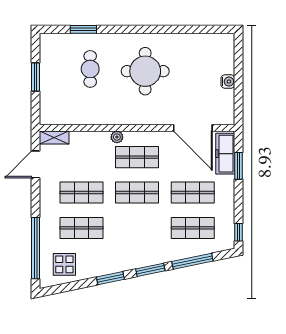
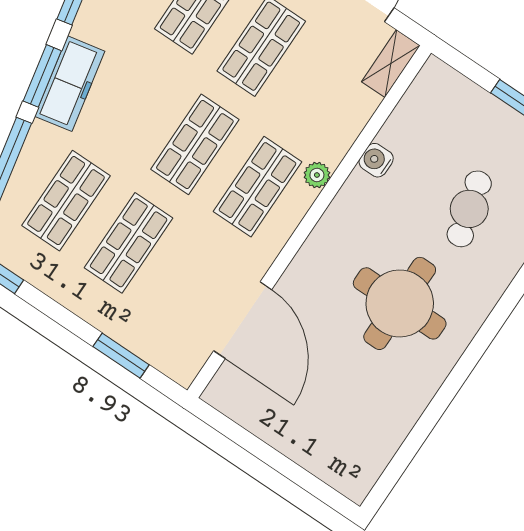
cafe table: (90, 69) -> (469, 209), turned 75
water cooler: (228, 82) -> (376, 160), moved, turned 90
door: (193, 128) -> (243, 320), swing flipped
freezer: (225, 154) -> (70, 84), moved, turned 78

